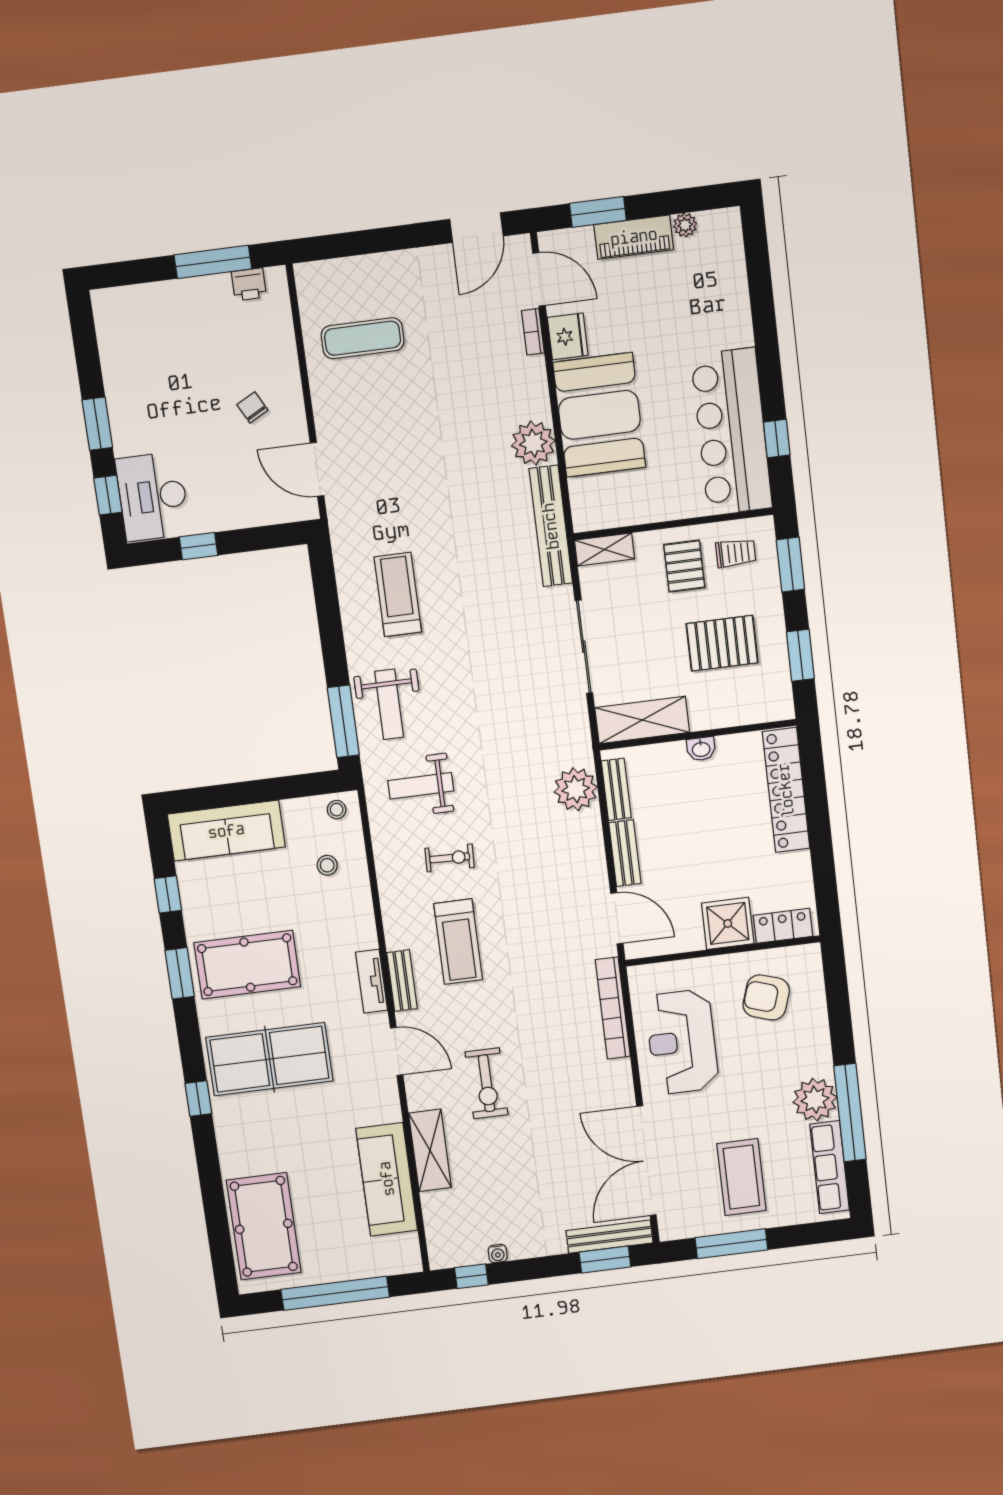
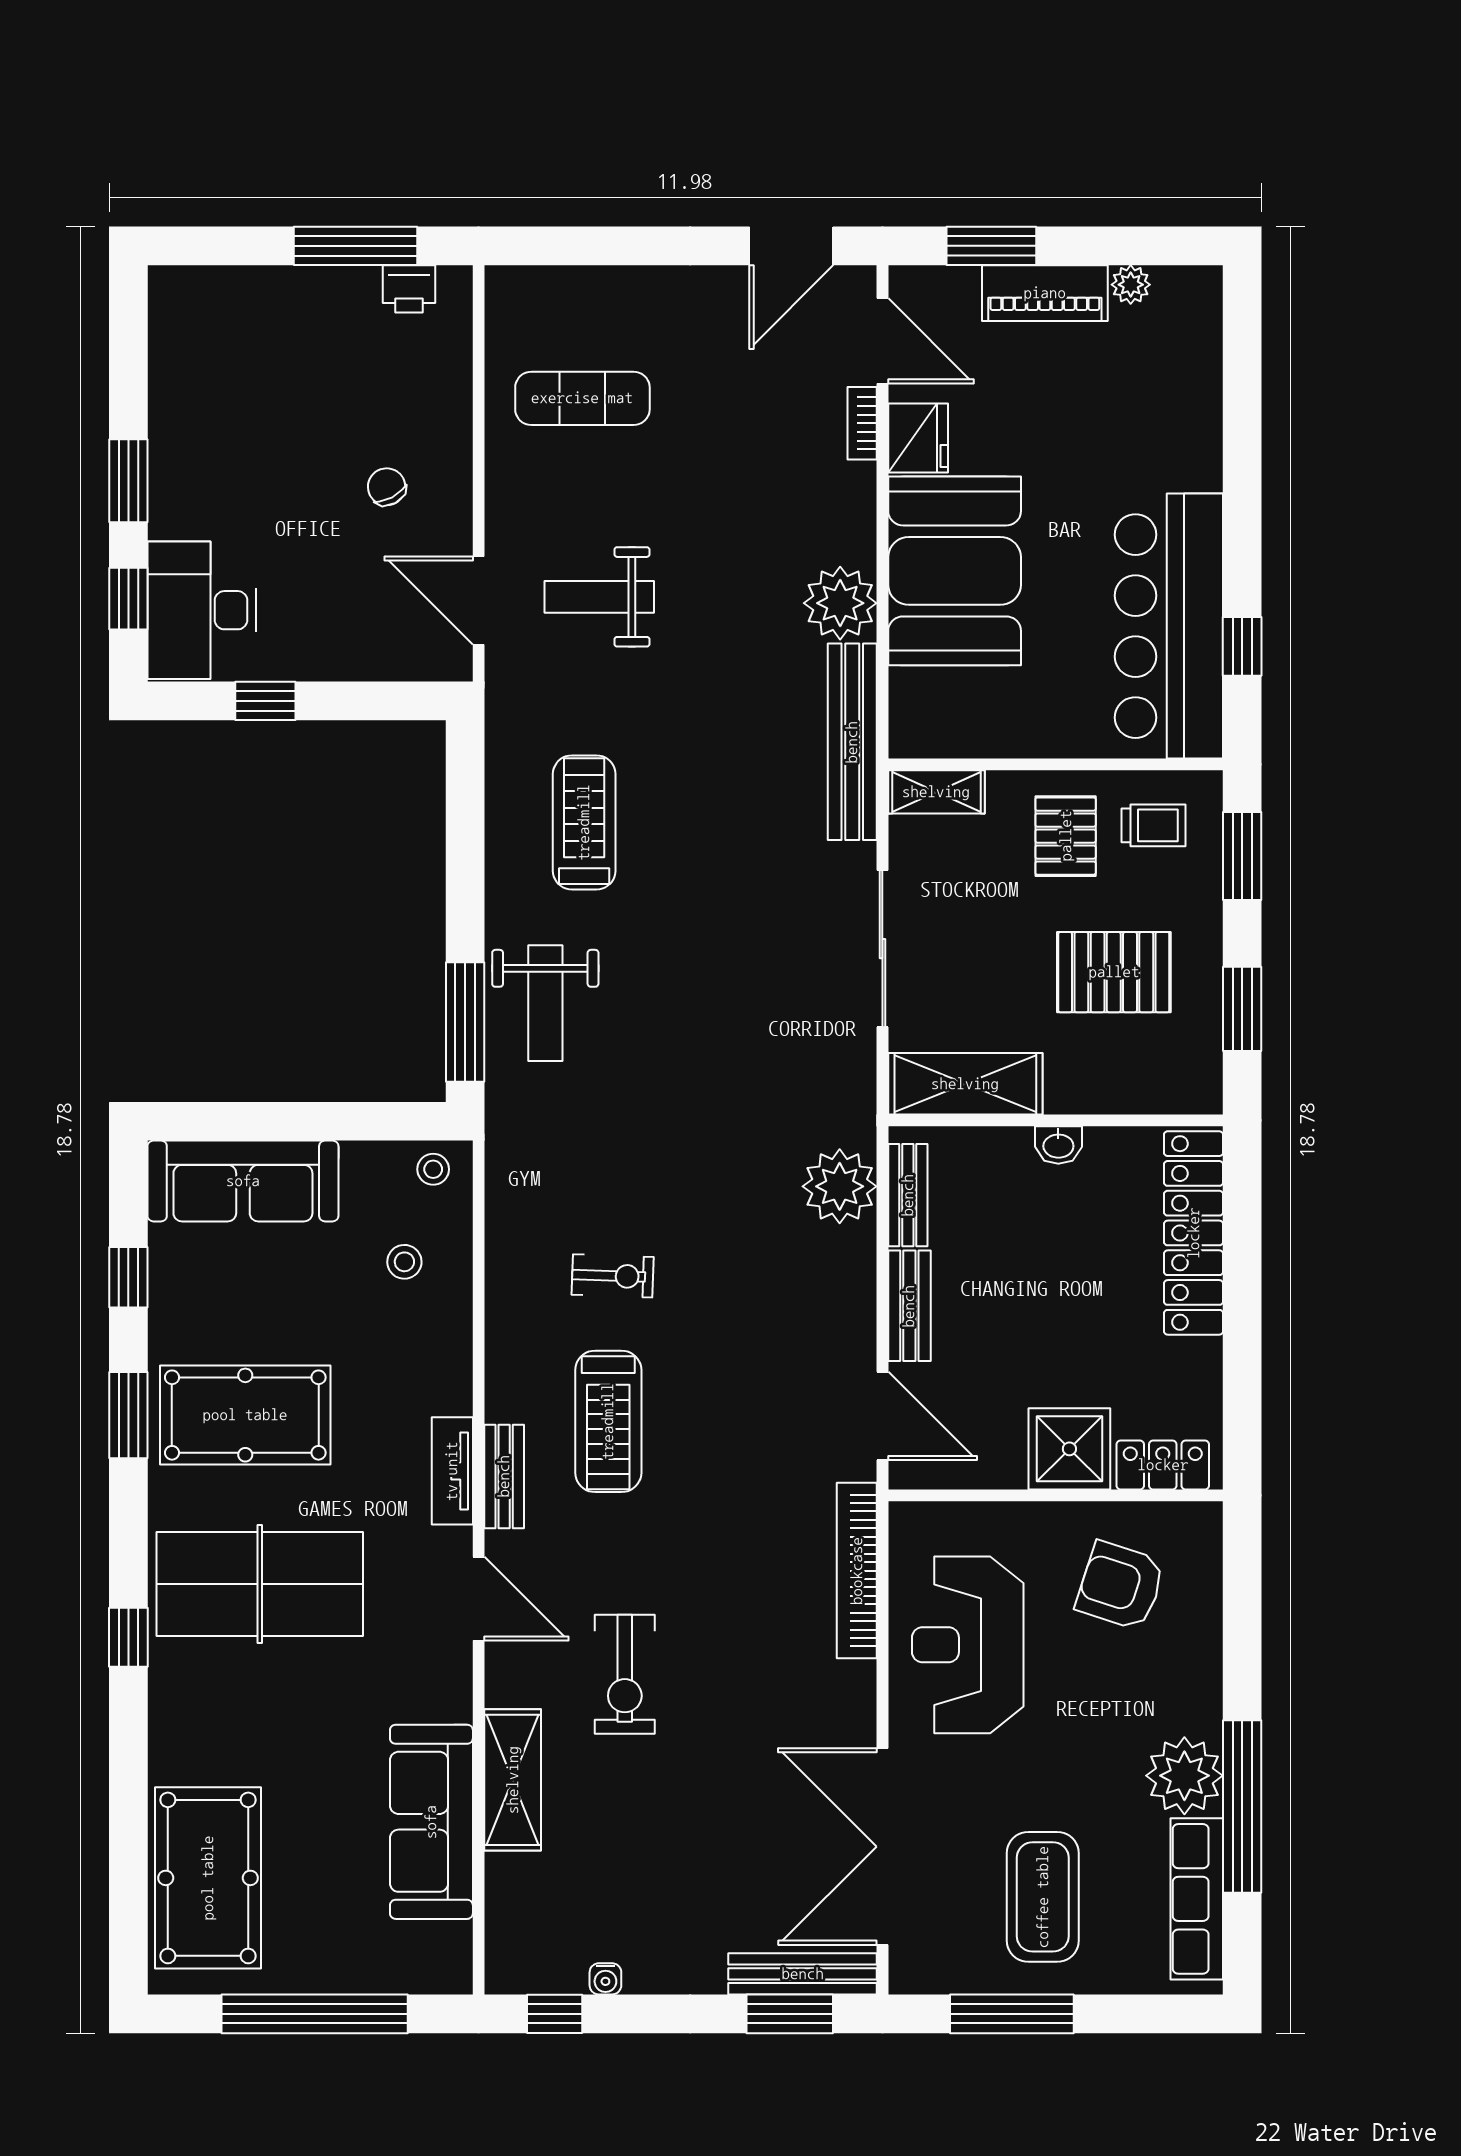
weight bench: (421, 786) -> (599, 597), moved

